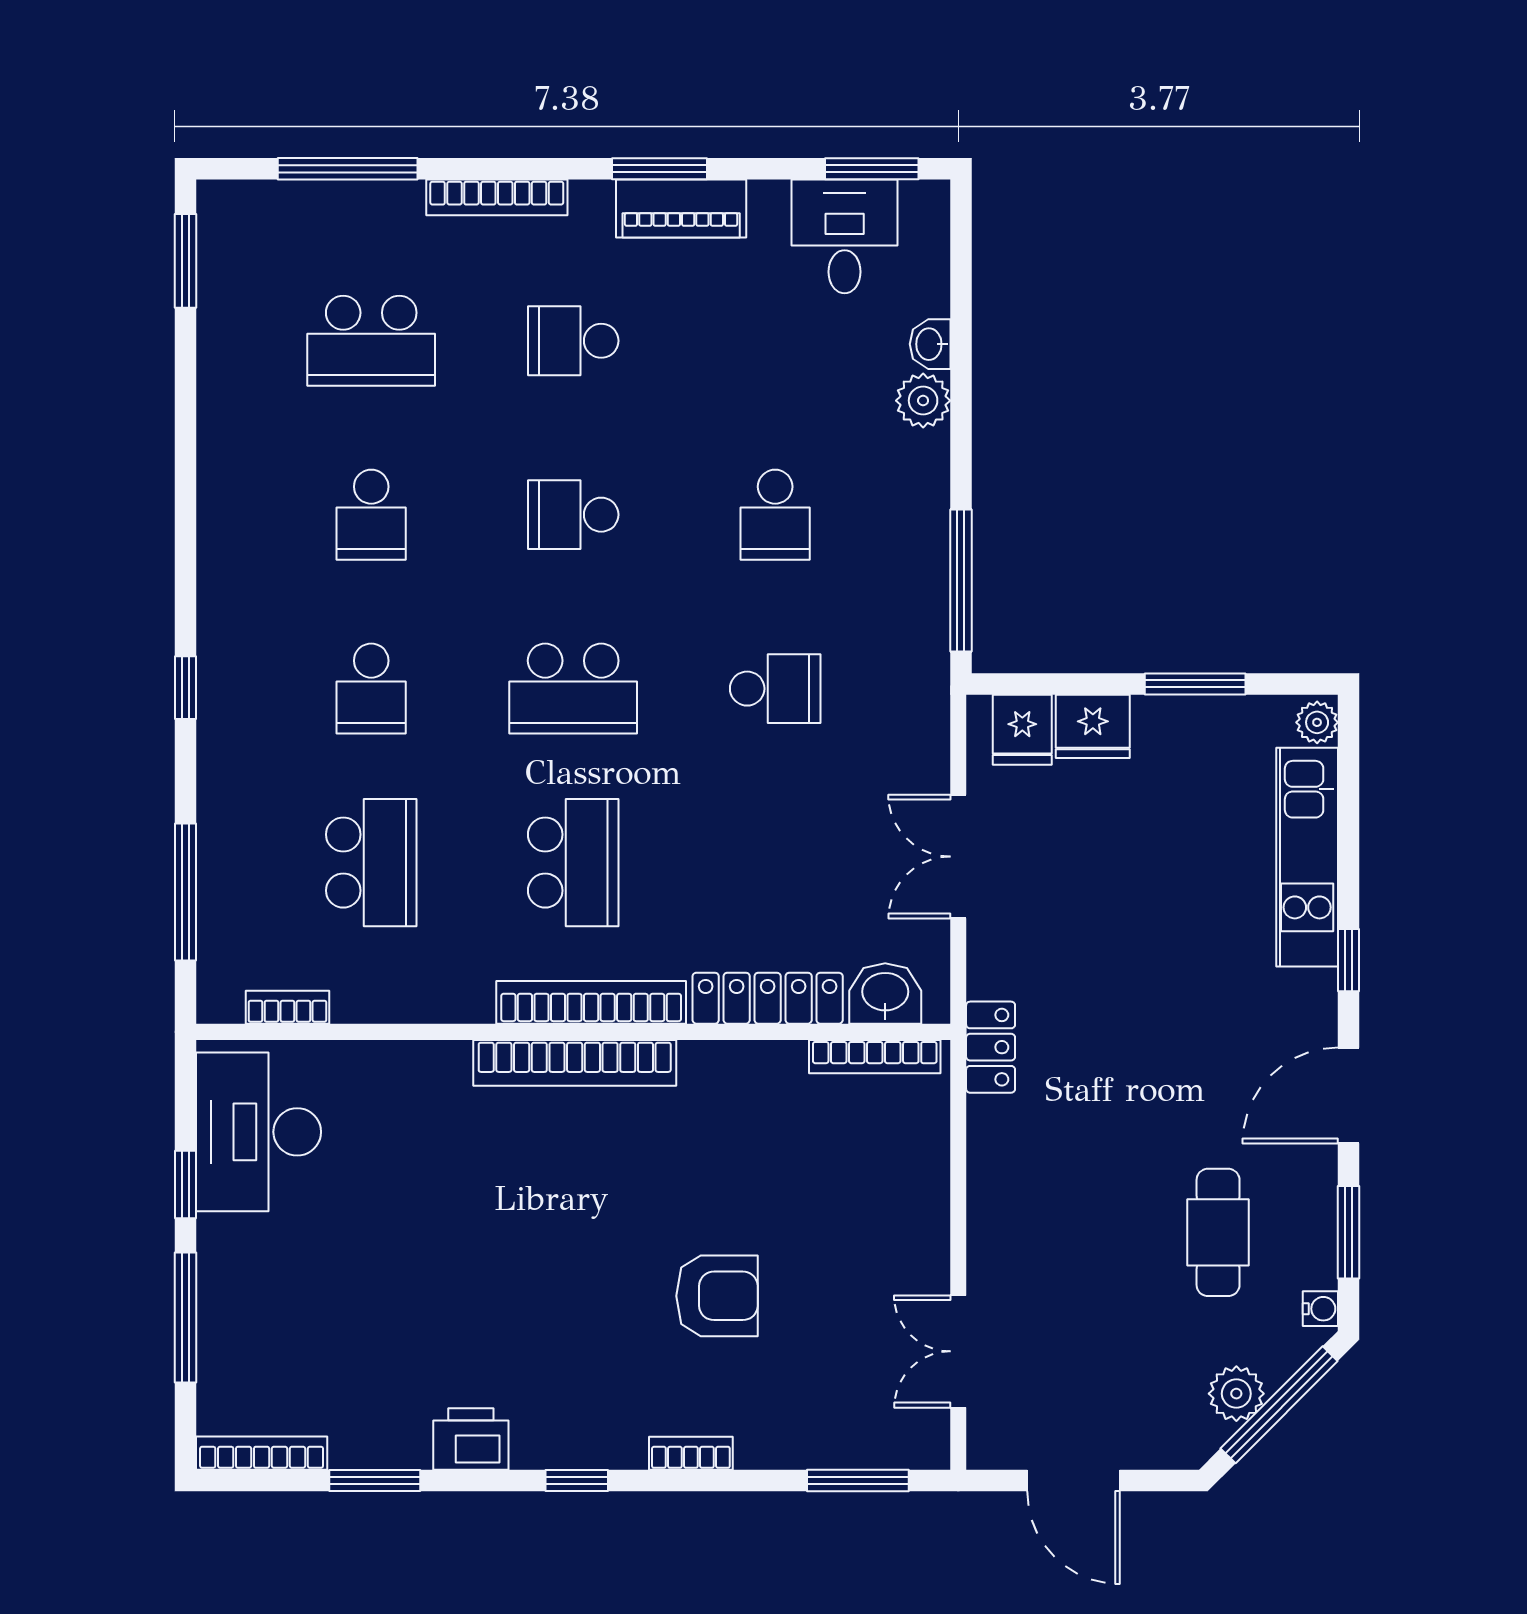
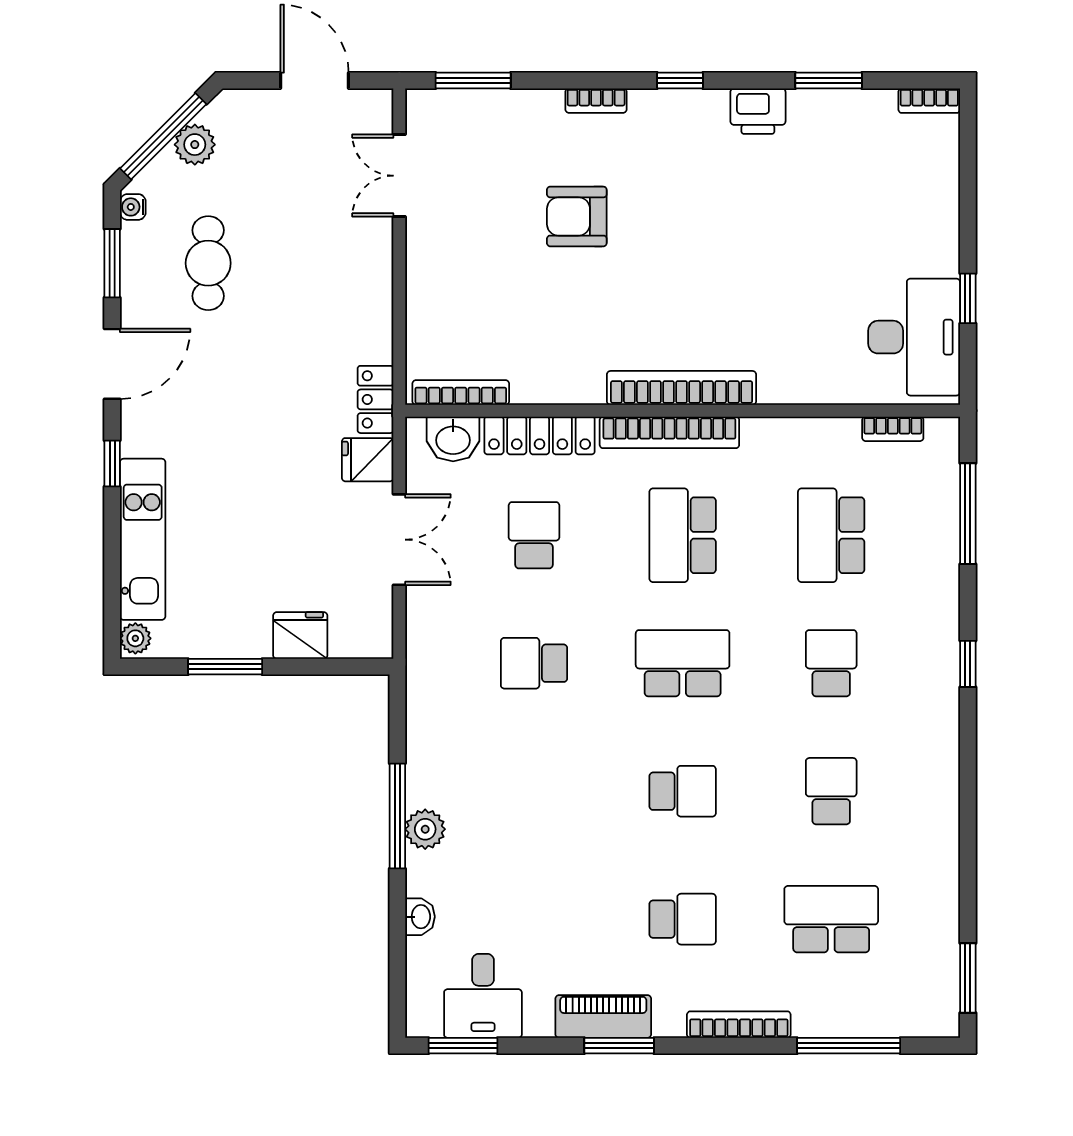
plant: (923, 401) -> (425, 829), moved
school desk: (775, 515) -> (534, 535), moved
window: (961, 581) -> (397, 816), moved
fridge: (1022, 730) -> (368, 460), moved, turned -90
window: (185, 1318) -> (968, 200), removed
double door: (958, 1351) -> (399, 176), swing flipped
bookcase: (262, 1453) -> (929, 101), width x0.64

